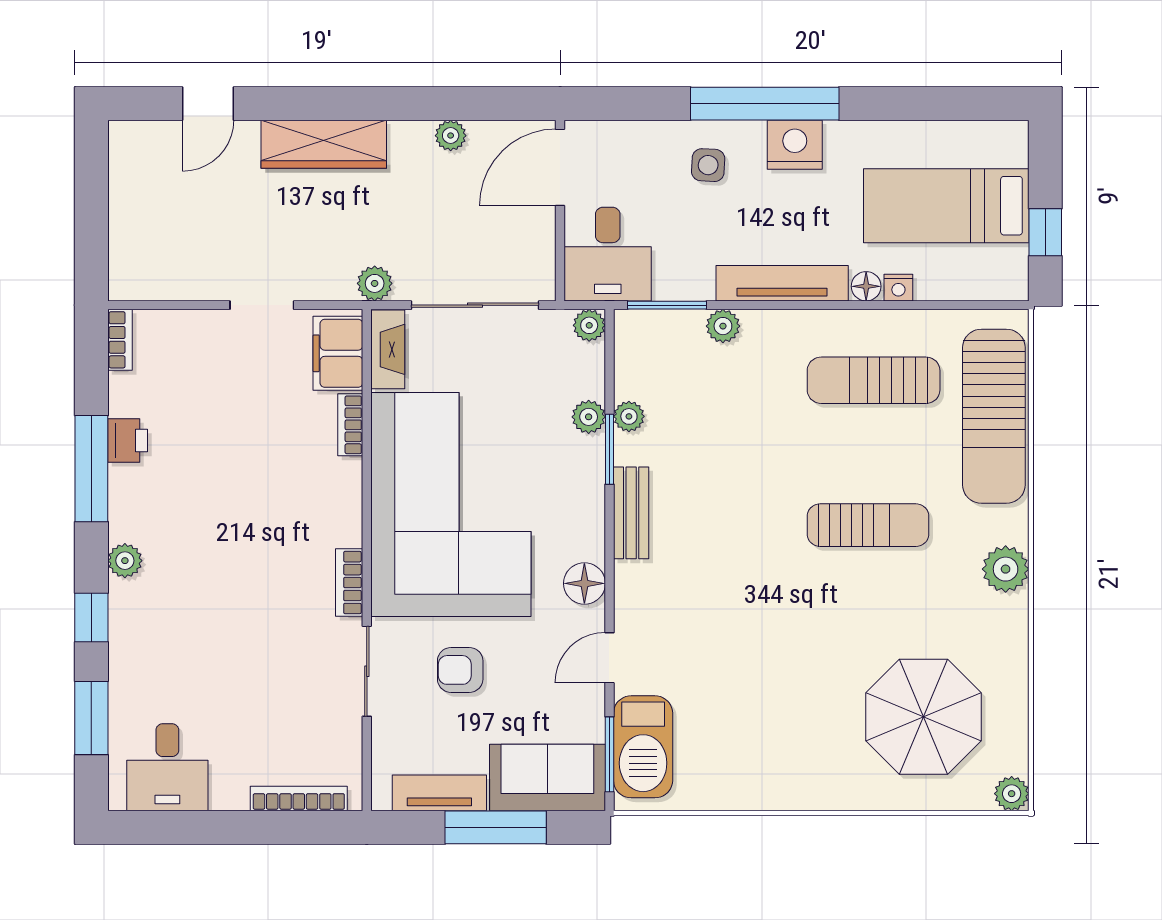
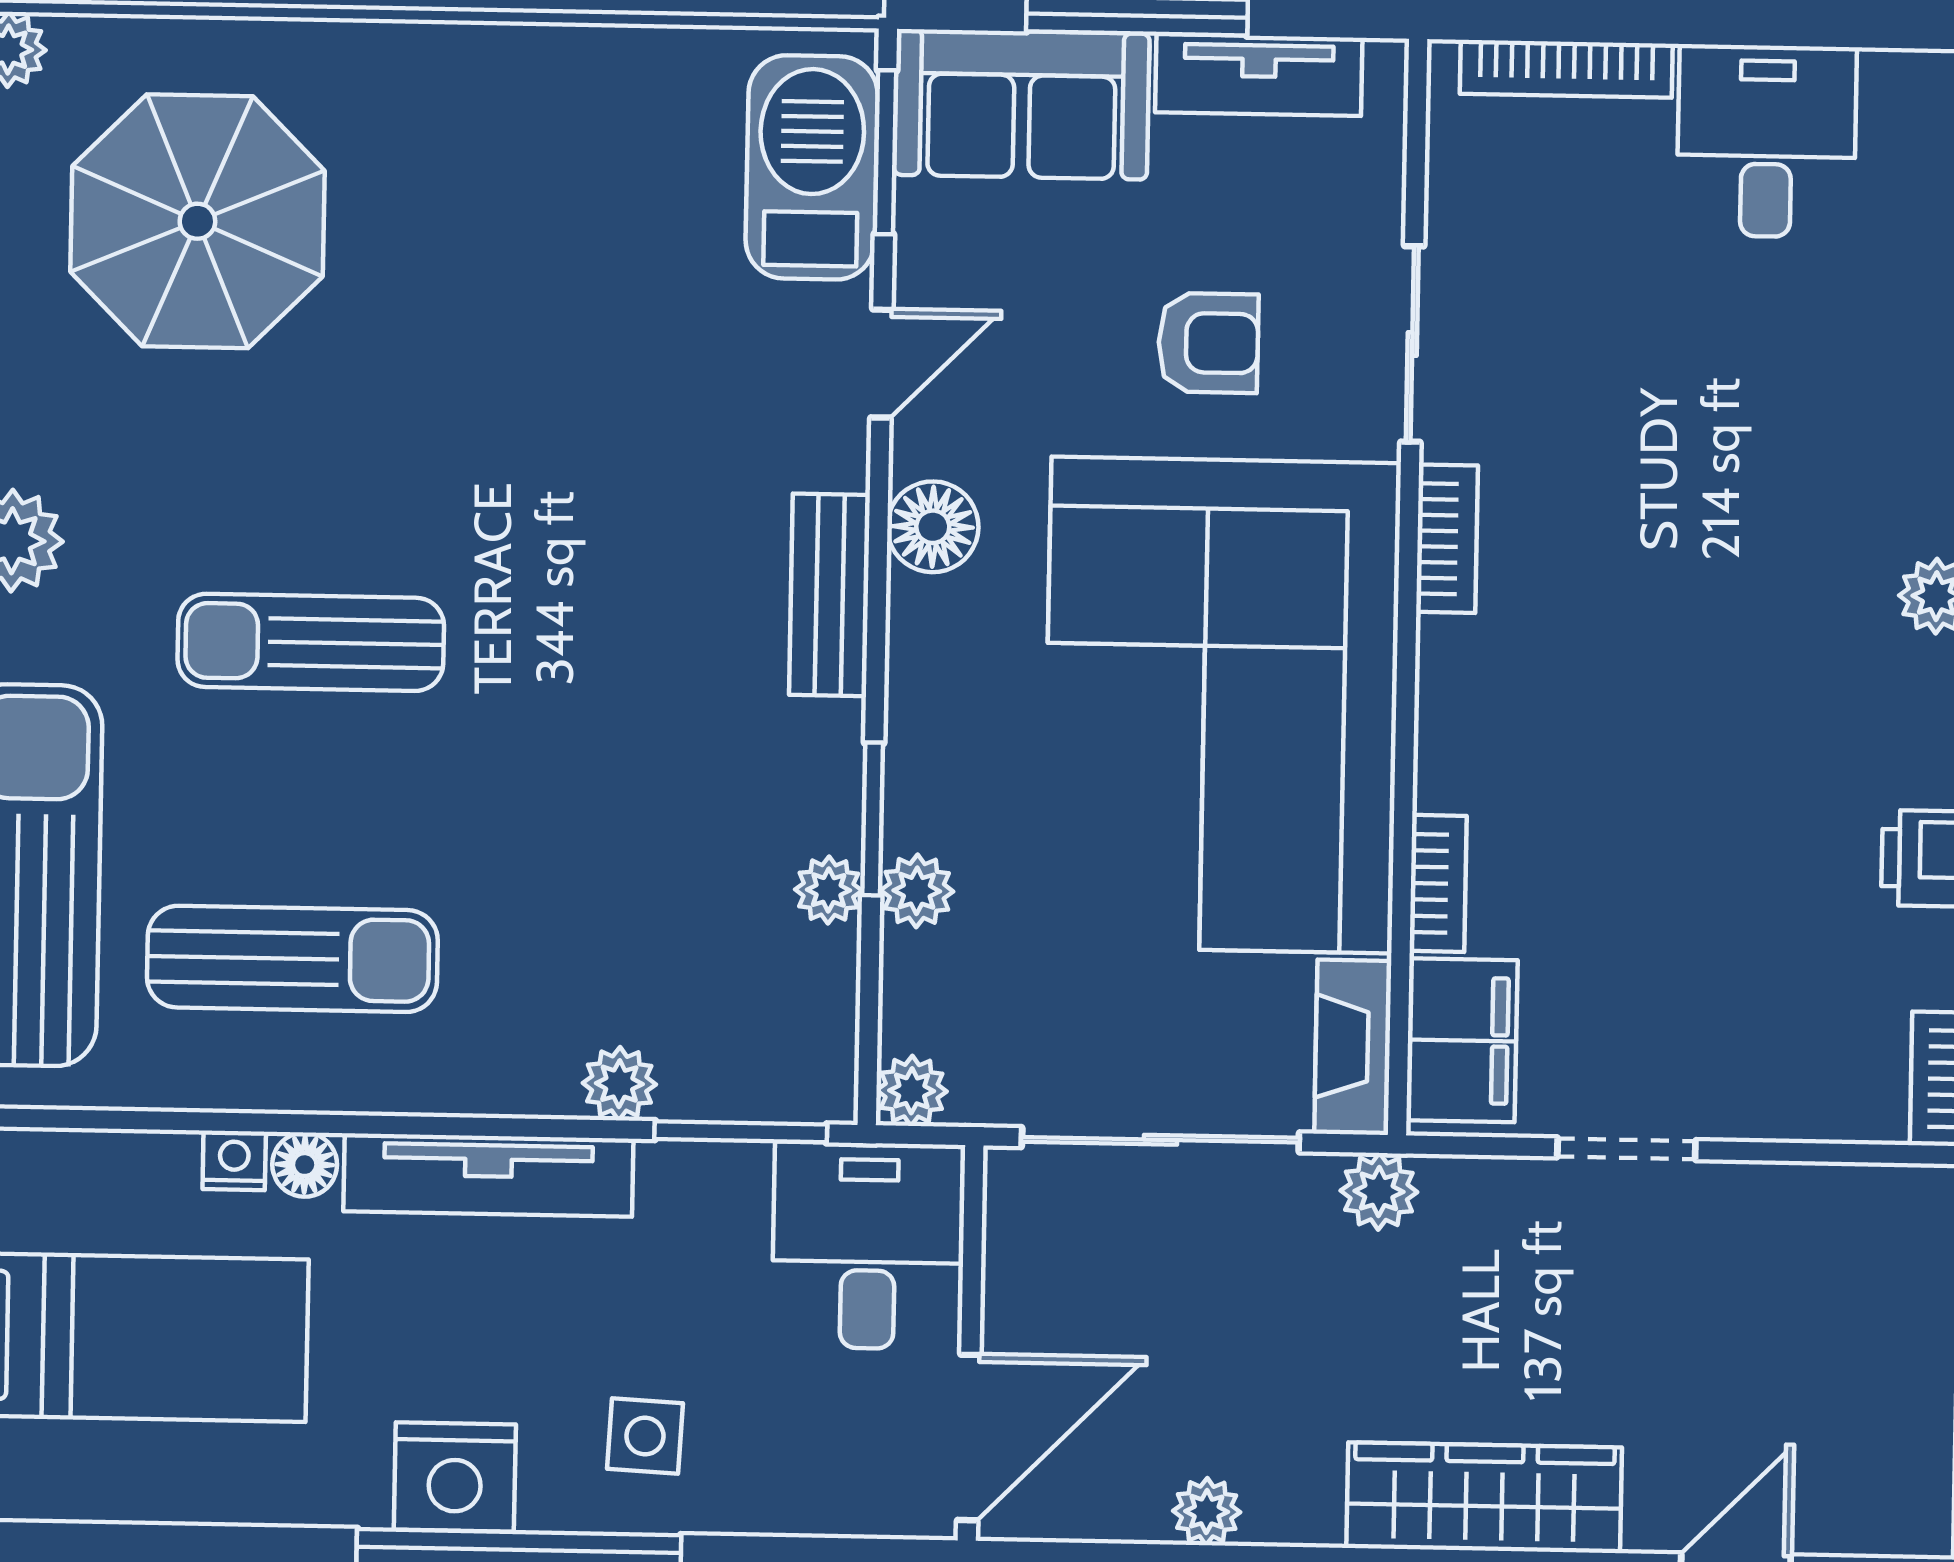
bench: (631, 513) -> (829, 595), moved
desk: (167, 767) -> (1767, 141), moved

